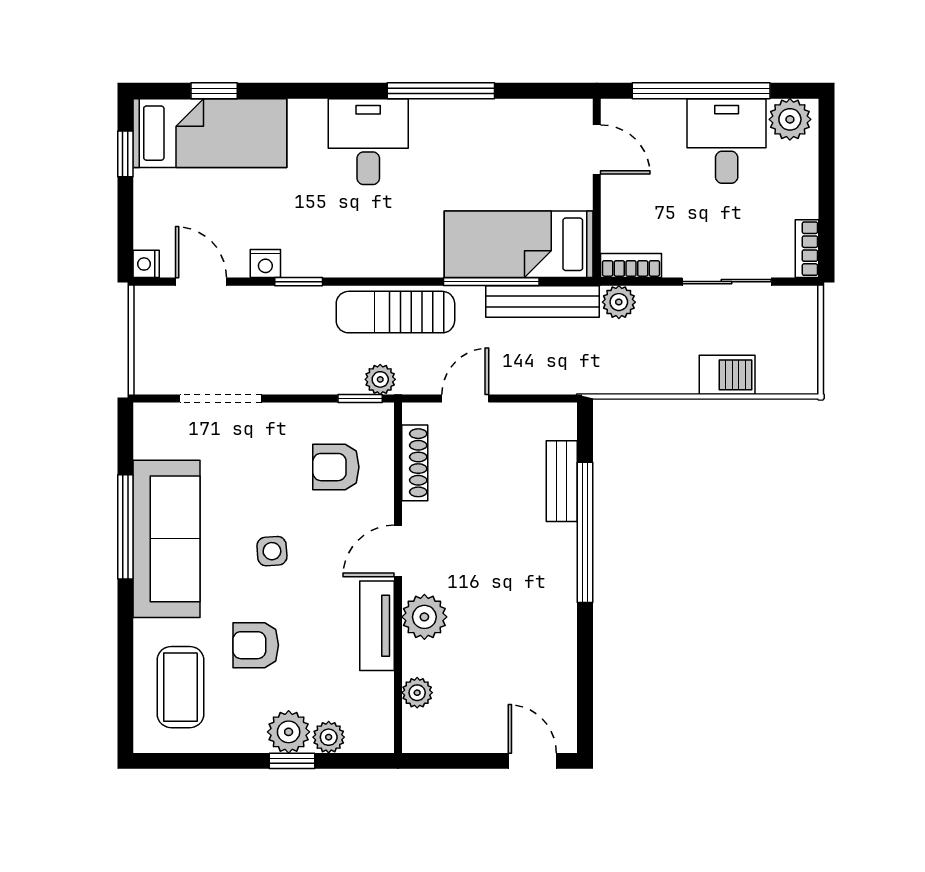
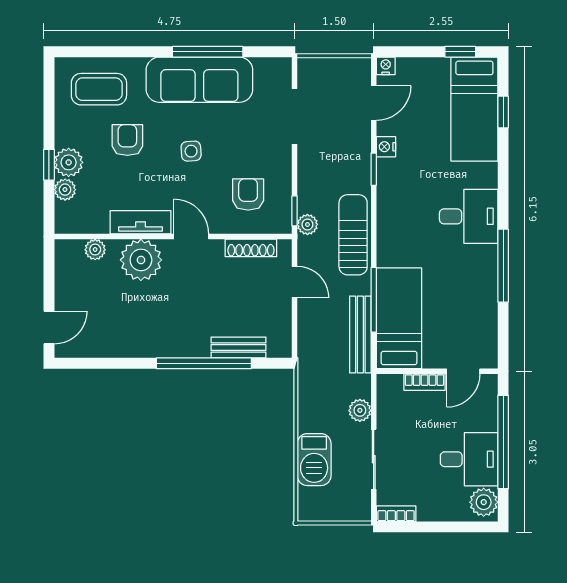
bookcase: (631, 266) -> (425, 382), moved, turned 90
plant: (619, 302) -> (360, 410), moved
barbecue: (727, 375) -> (314, 460), width x1.38, depth x1.27
plant: (424, 617) -> (141, 260), width x1.36, depth x1.36

